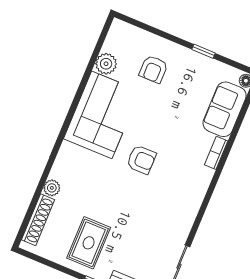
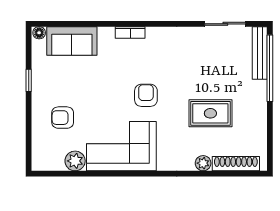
armchair: (153, 69) -> (63, 118), turned 180
bookcase: (216, 153) -> (130, 32), moved
rug: (89, 243) -> (210, 113), moved

